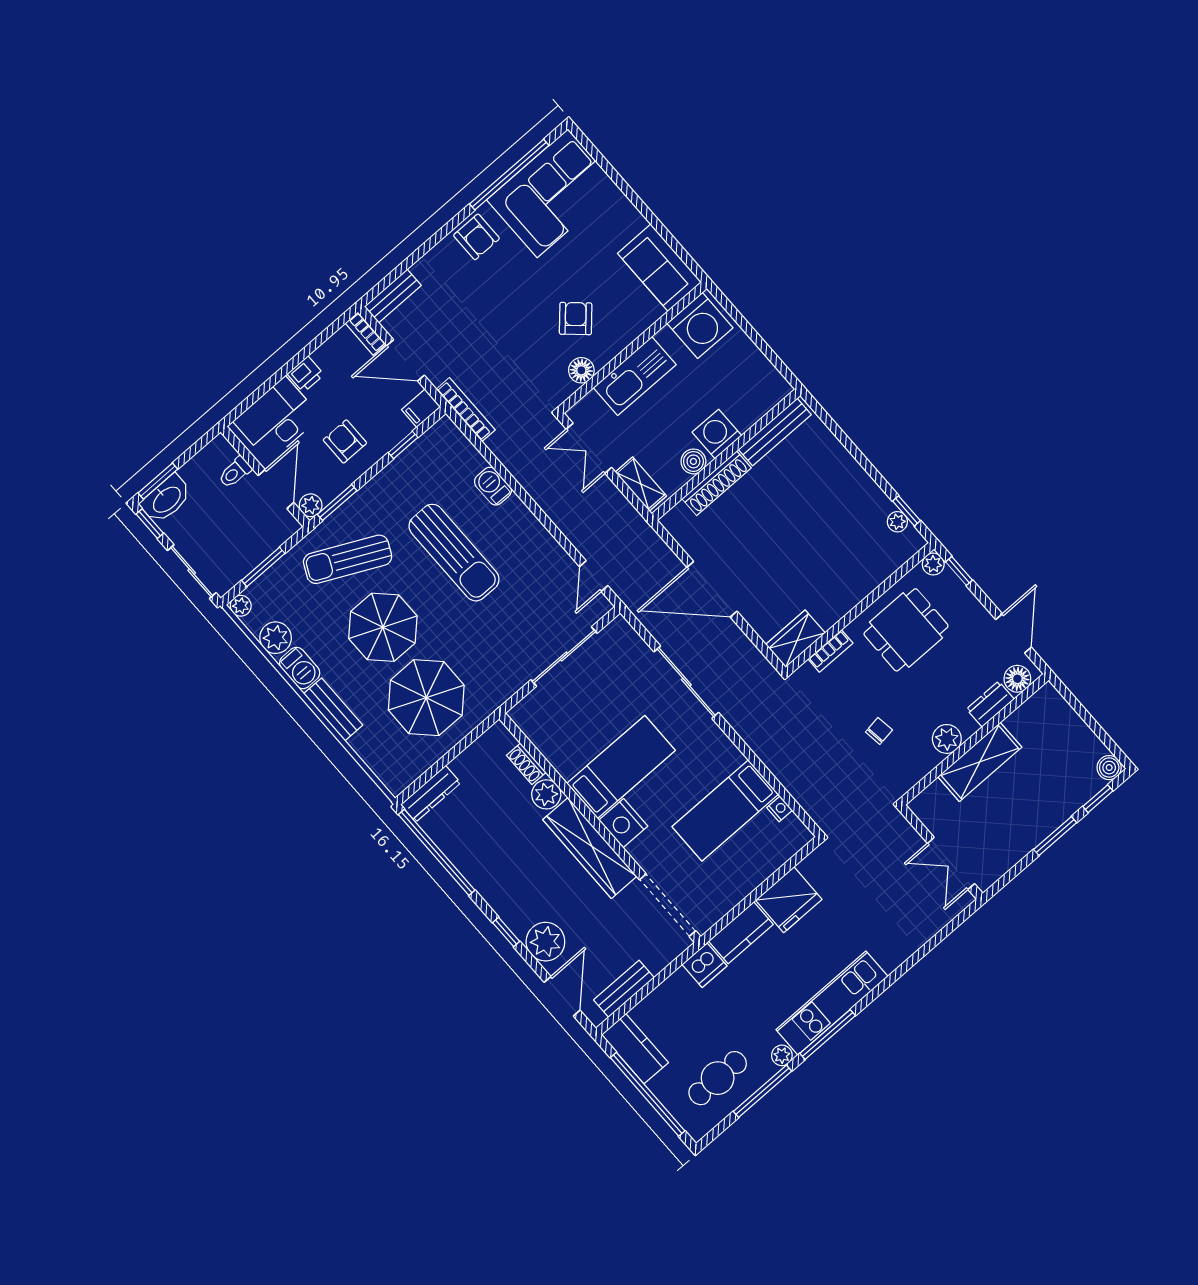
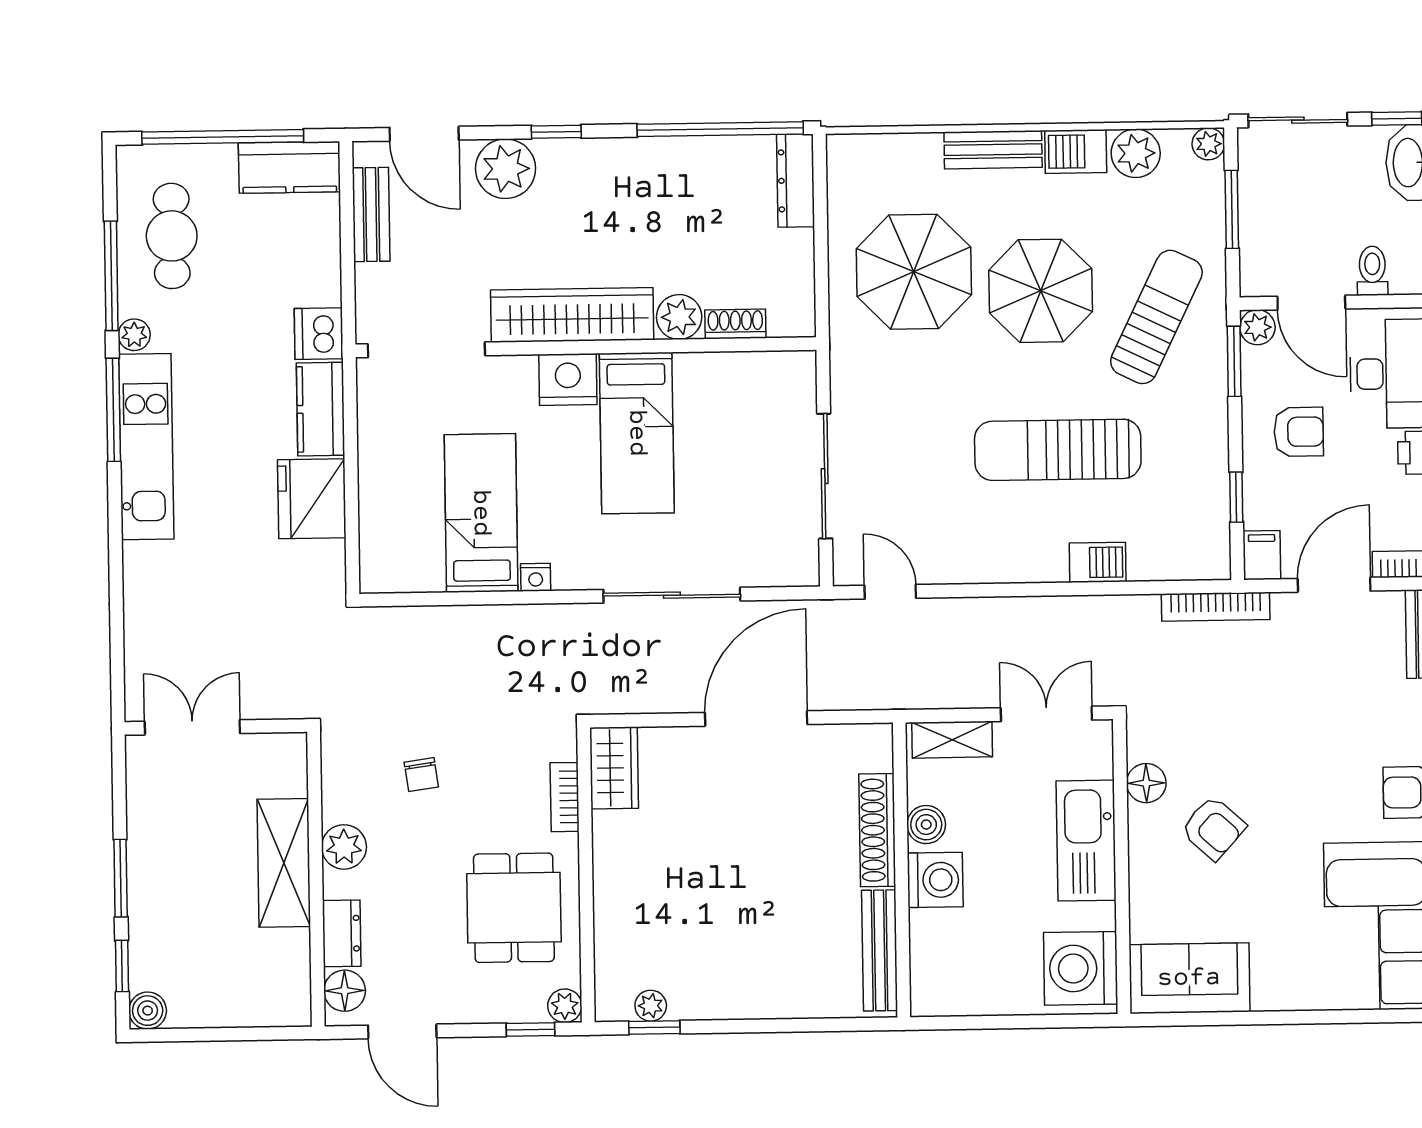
nightstand: (780, 809) -> (536, 577), moved

